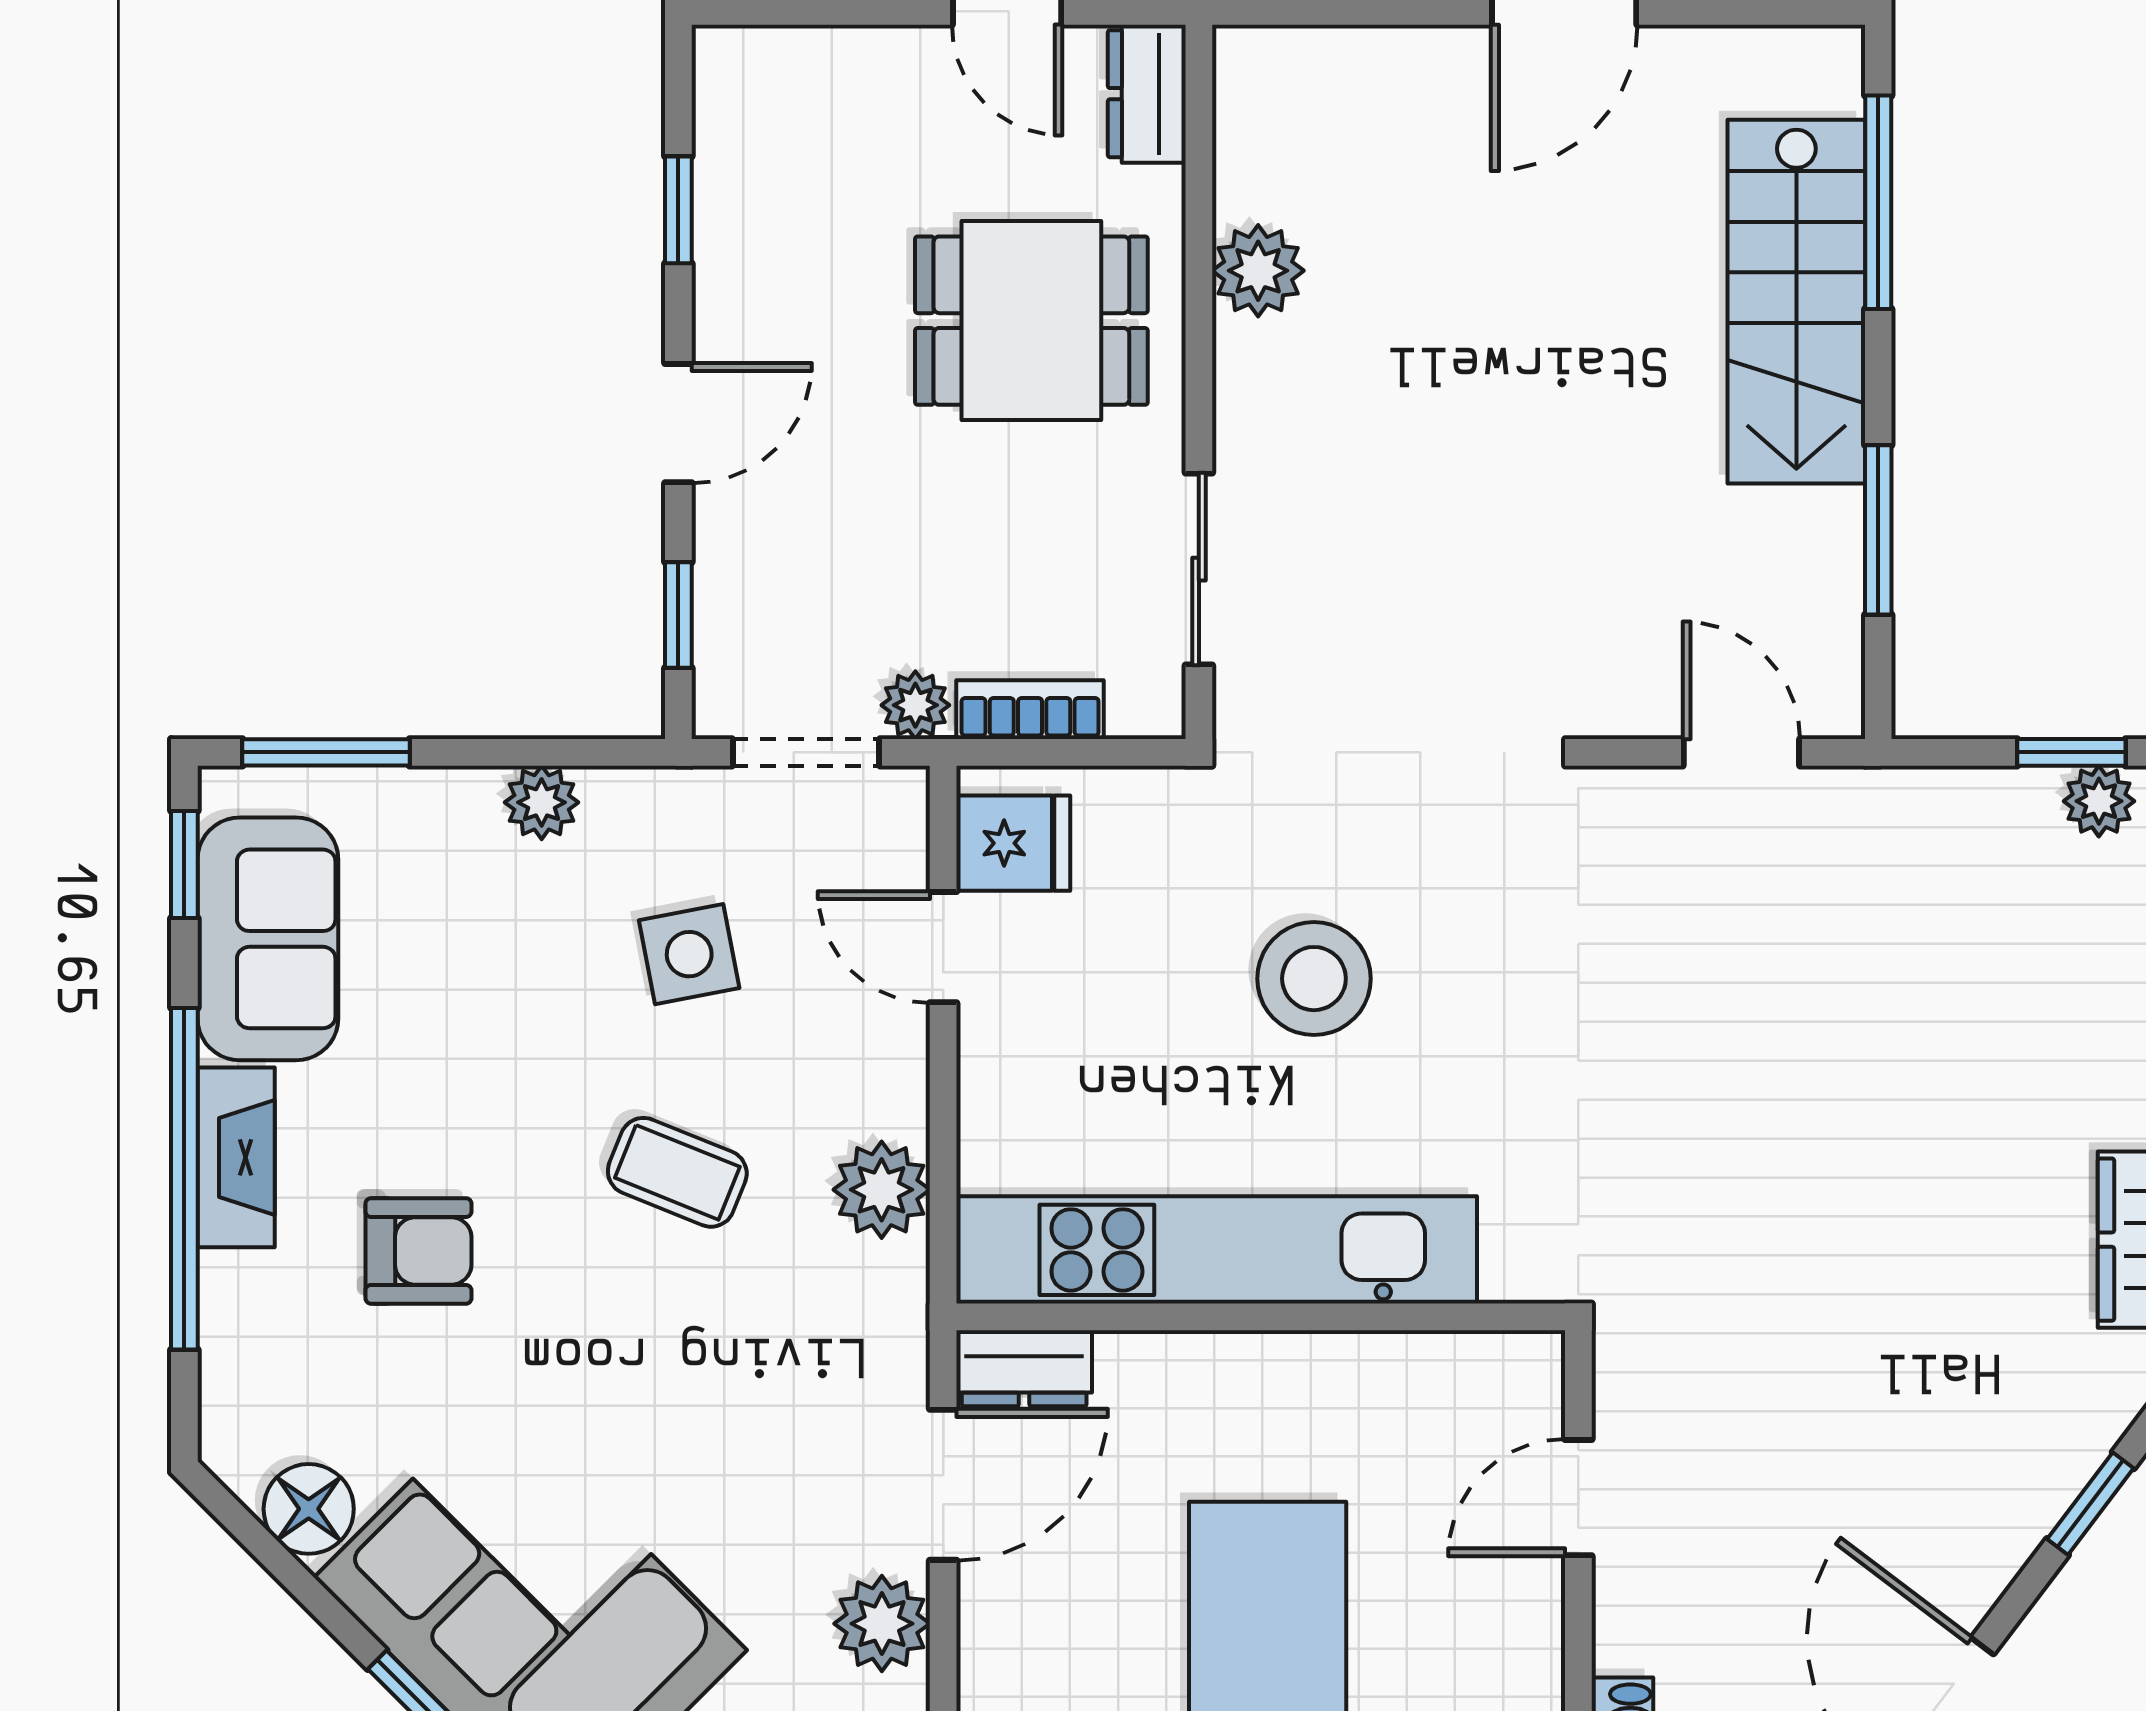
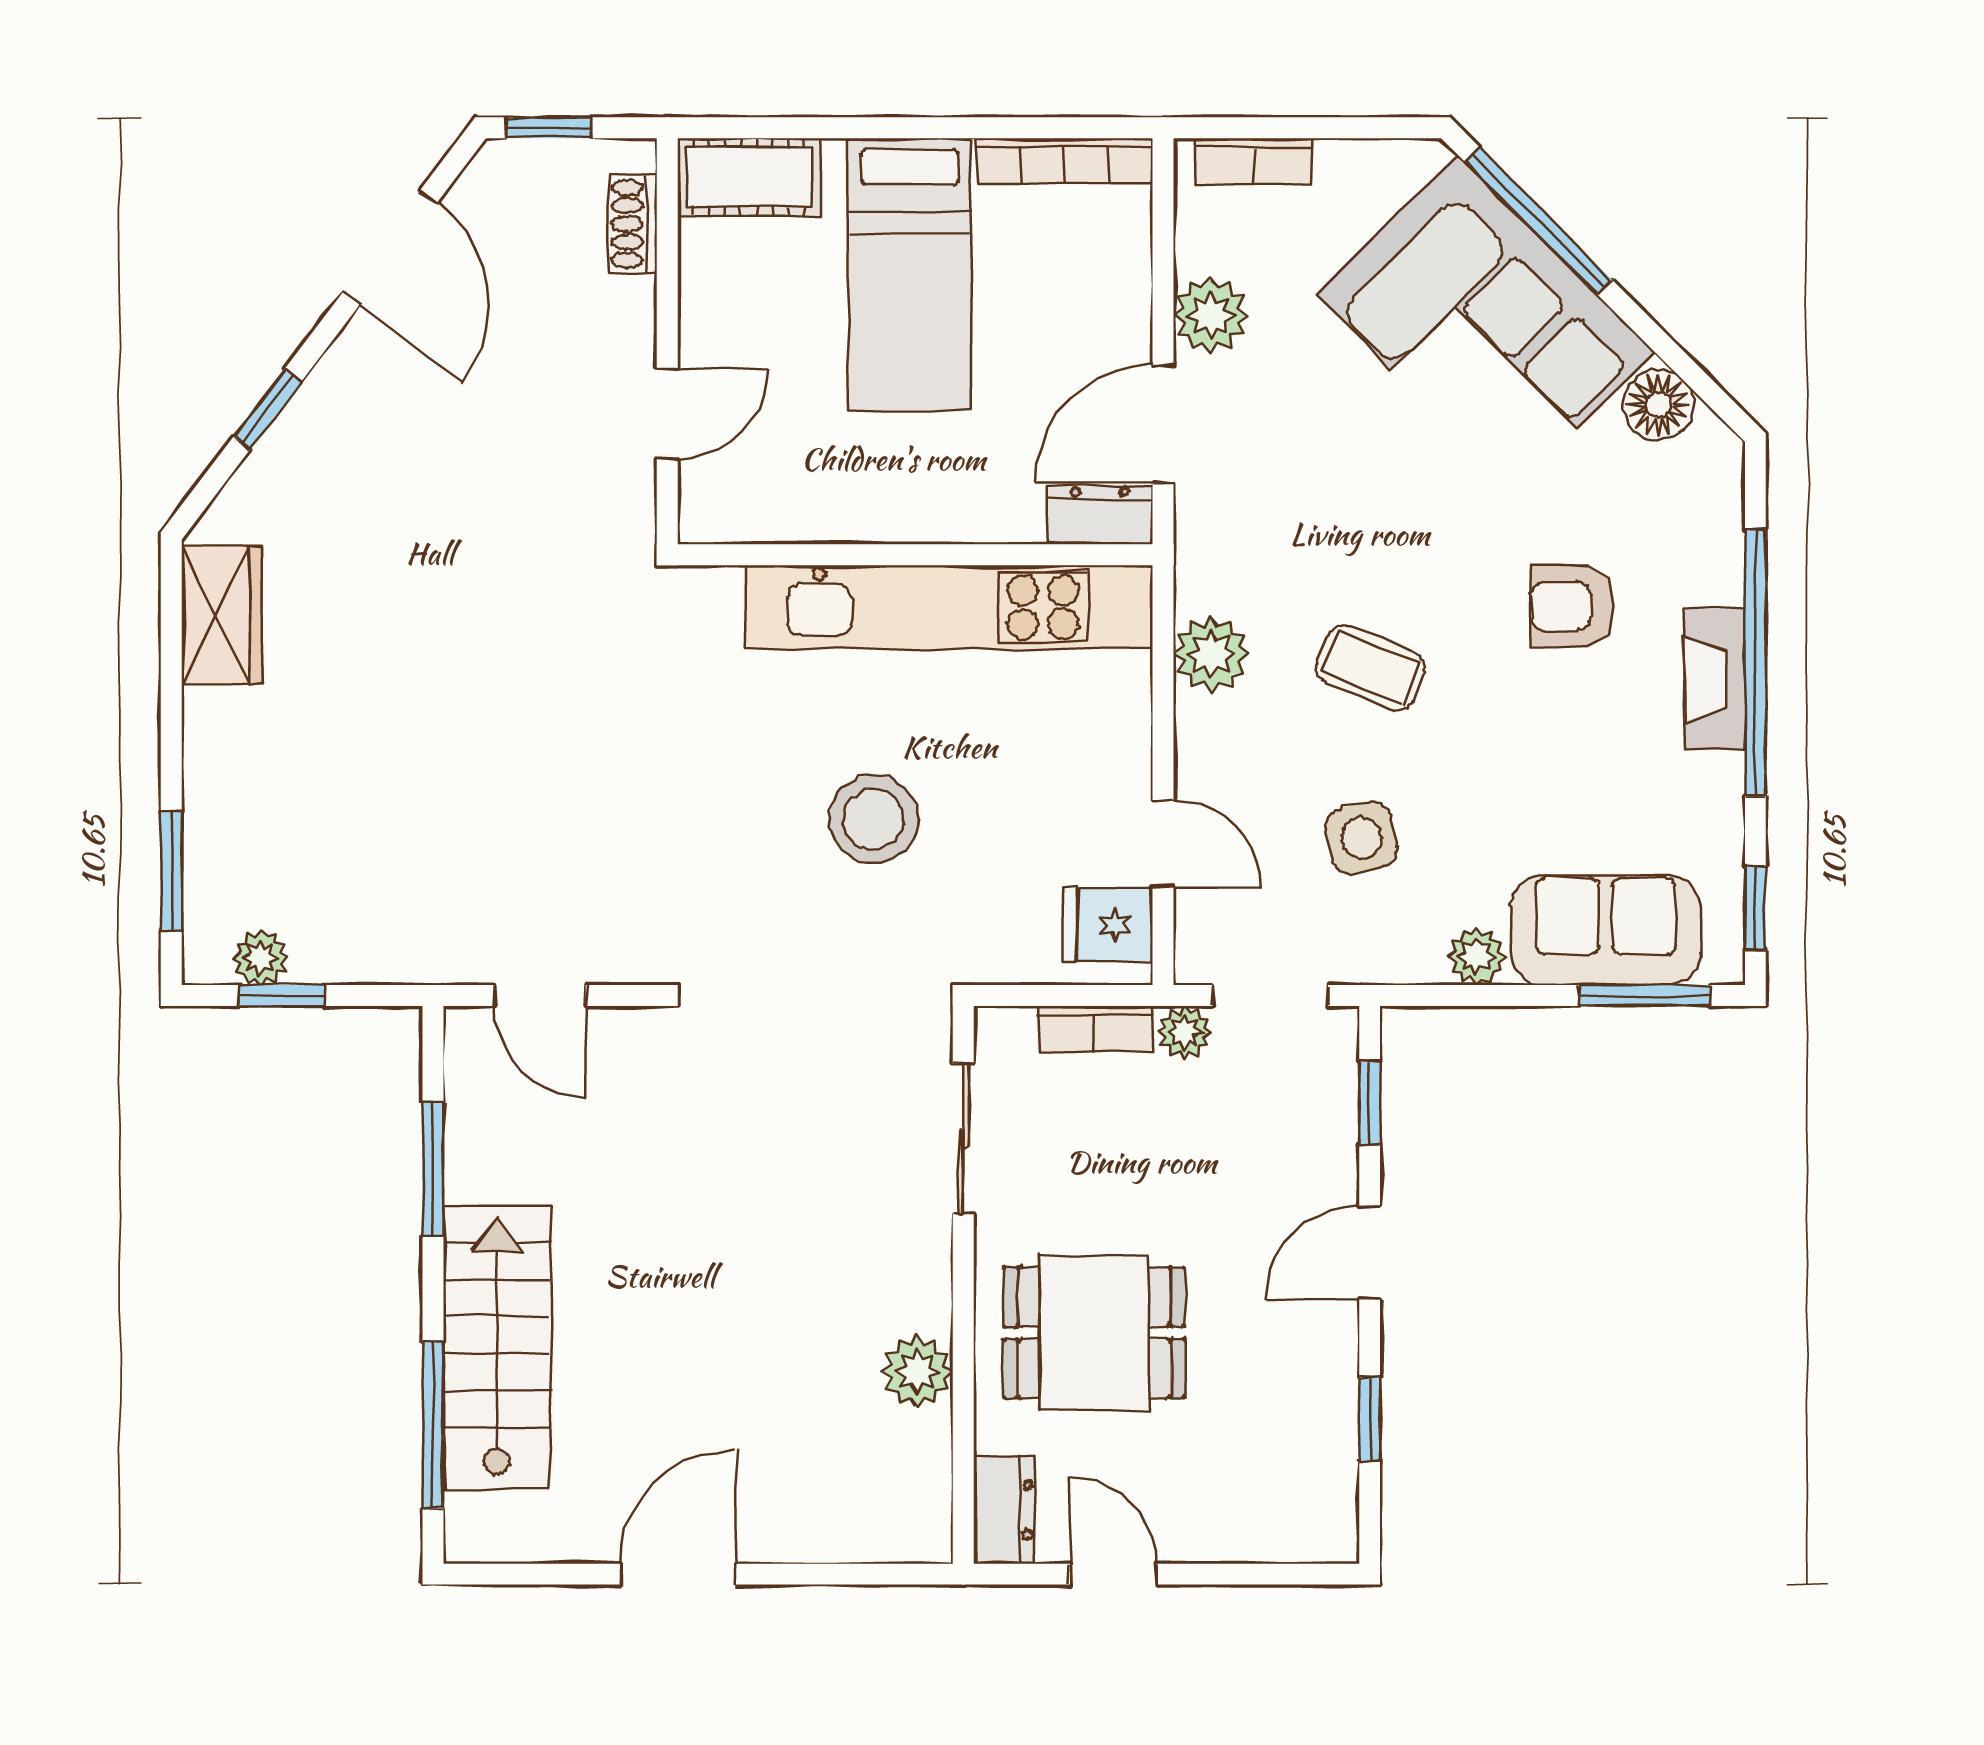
sofa: (268, 939) -> (1606, 930), moved, turned 90

